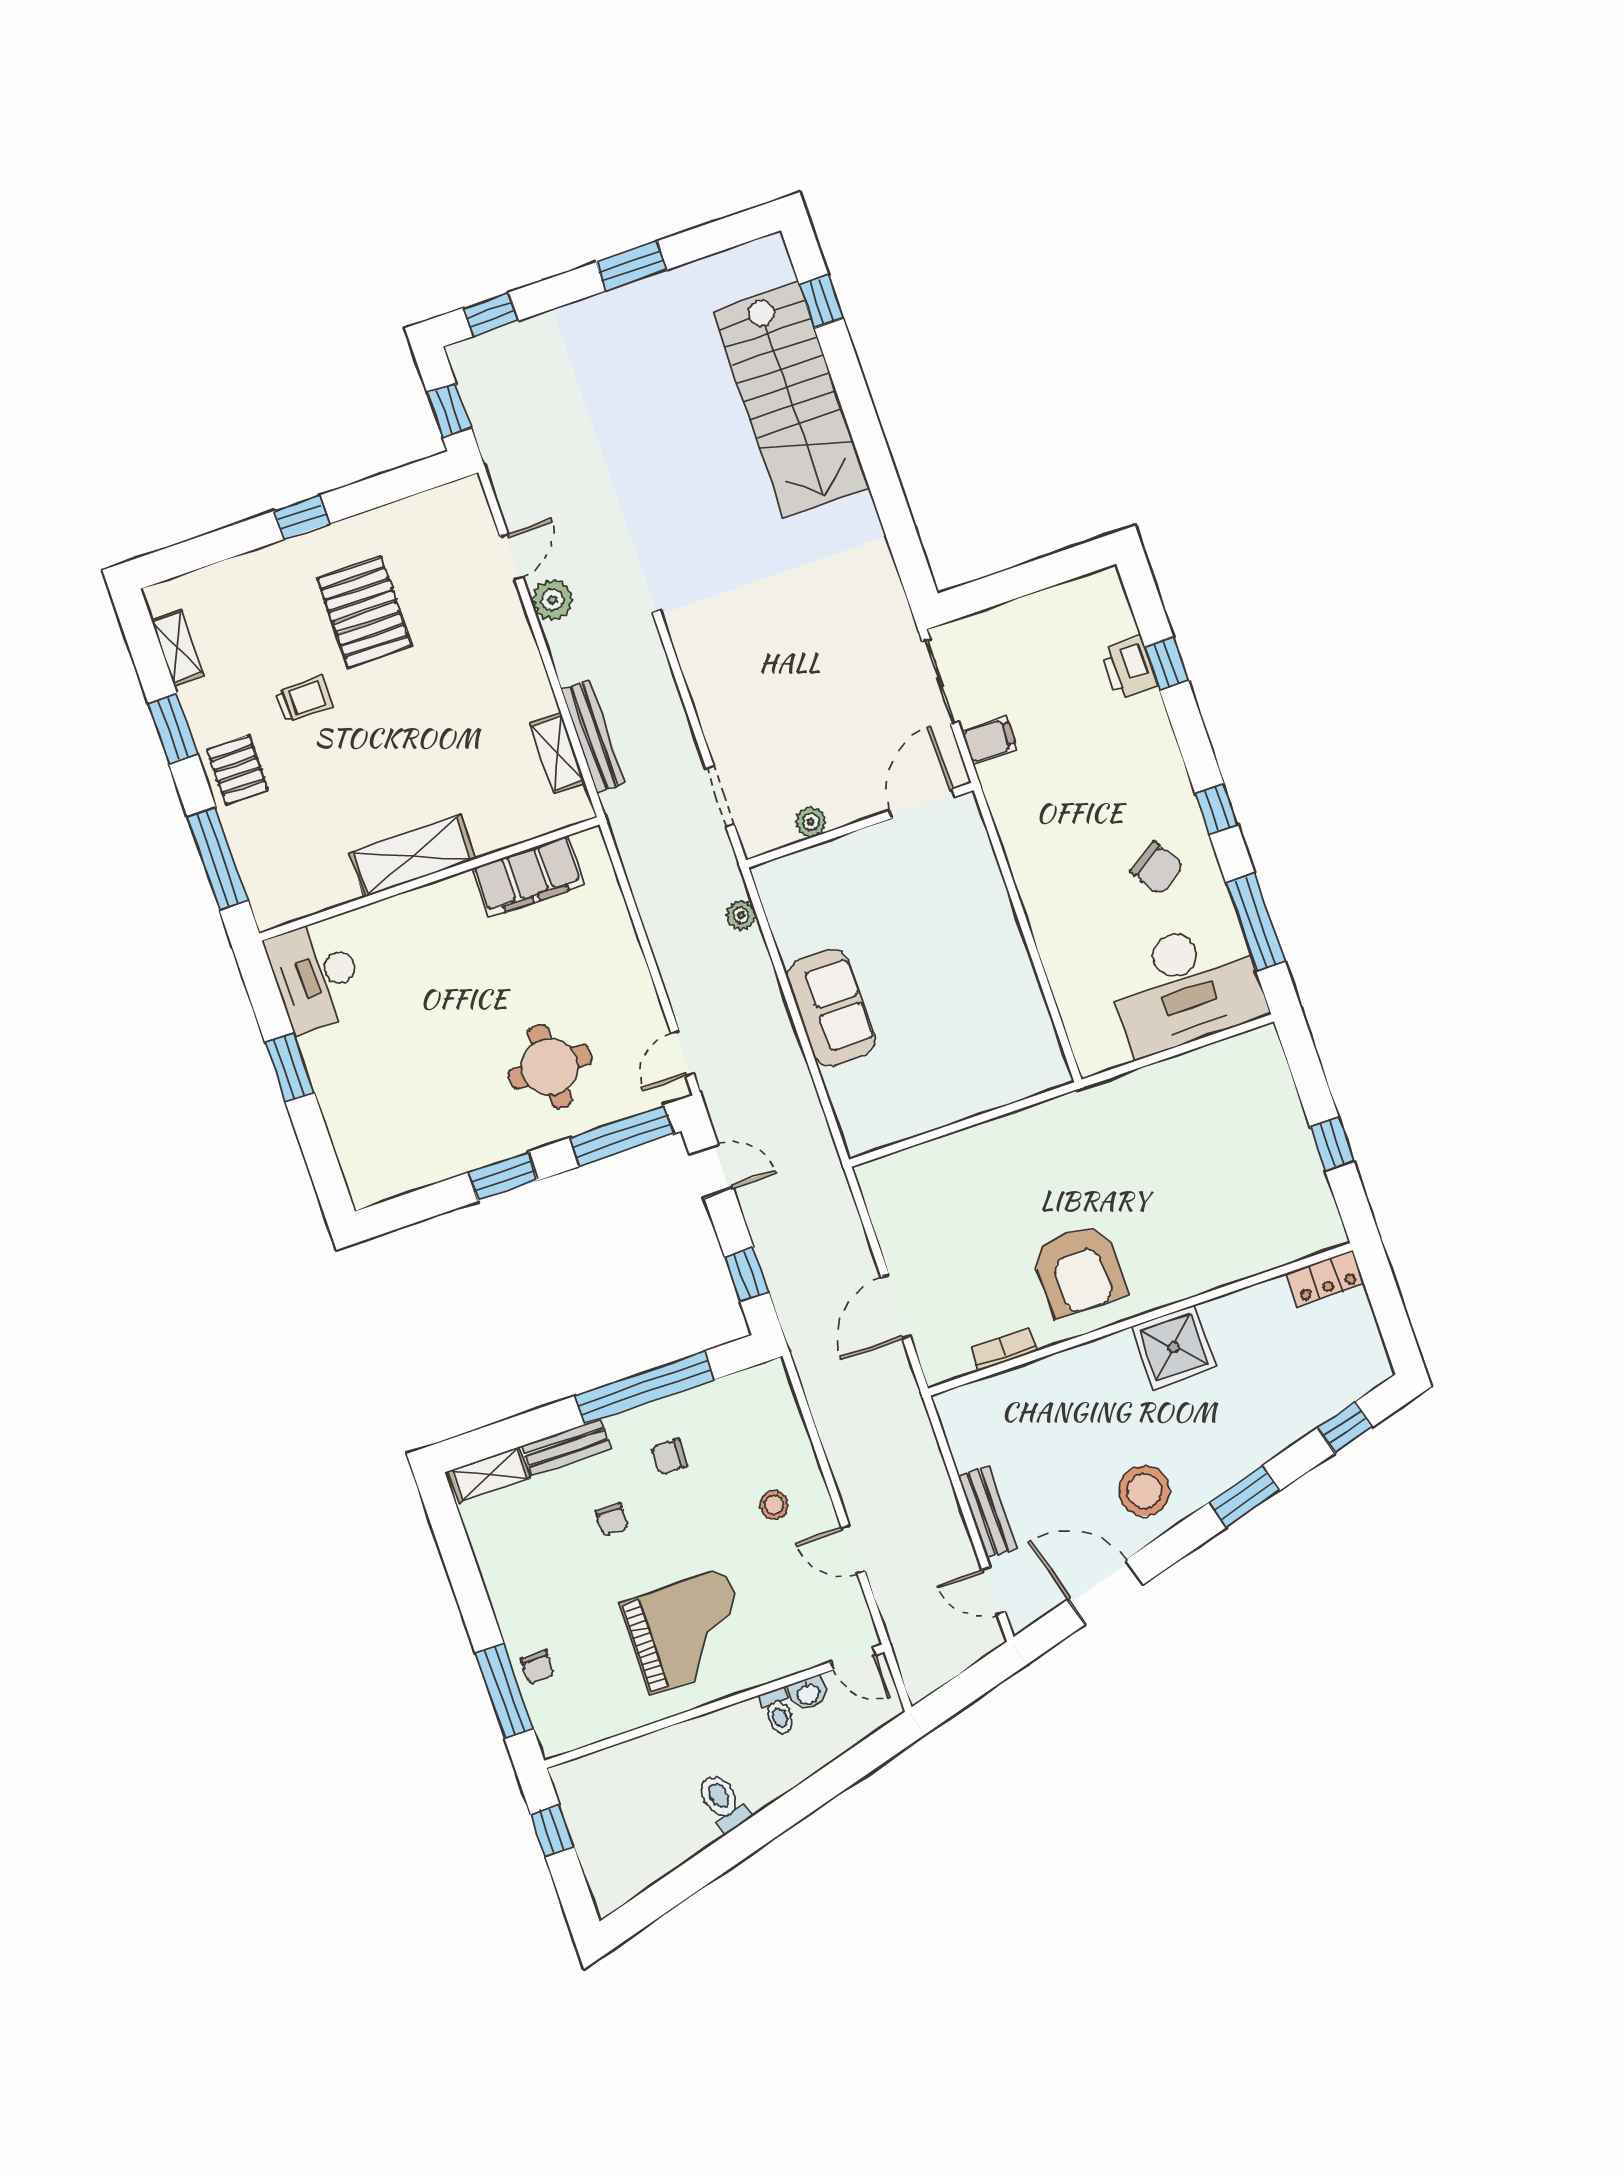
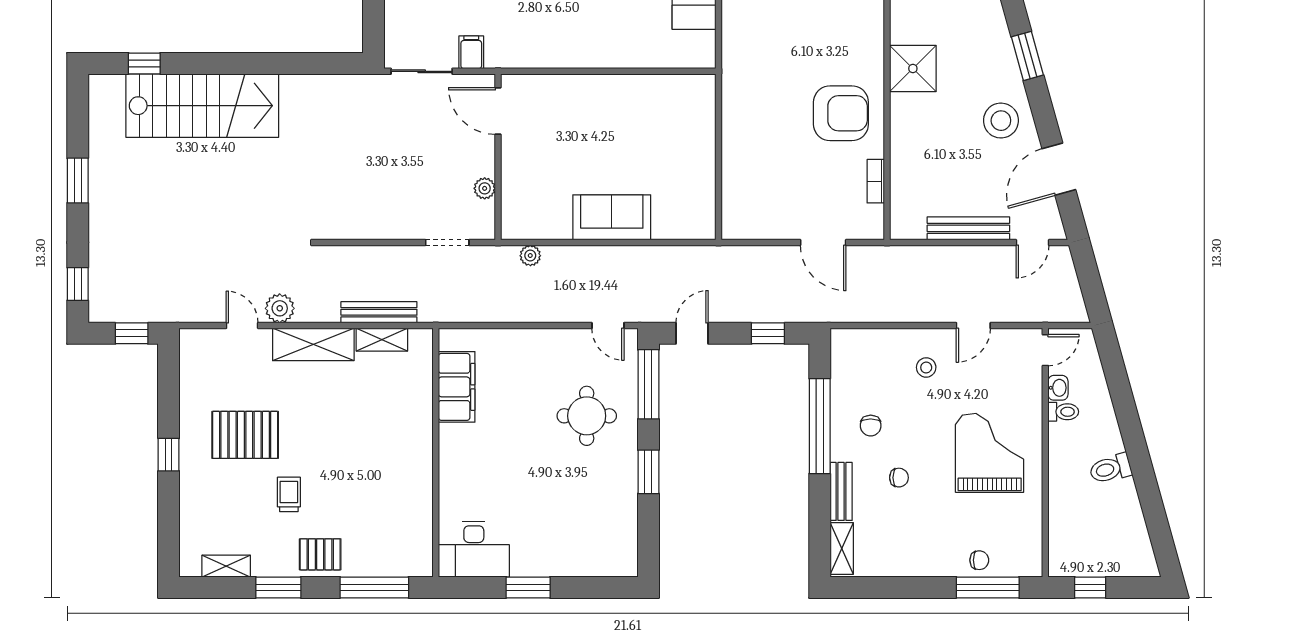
shelving: (412, 856) -> (313, 344), moved, turned 90
bench: (988, 1512) -> (968, 228), width x1.36

